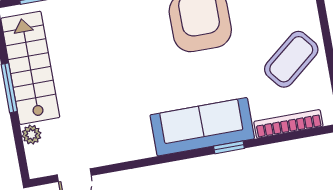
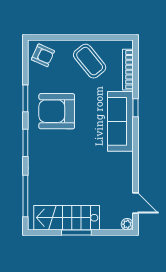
plant: (31, 135) -> (127, 224), moved

